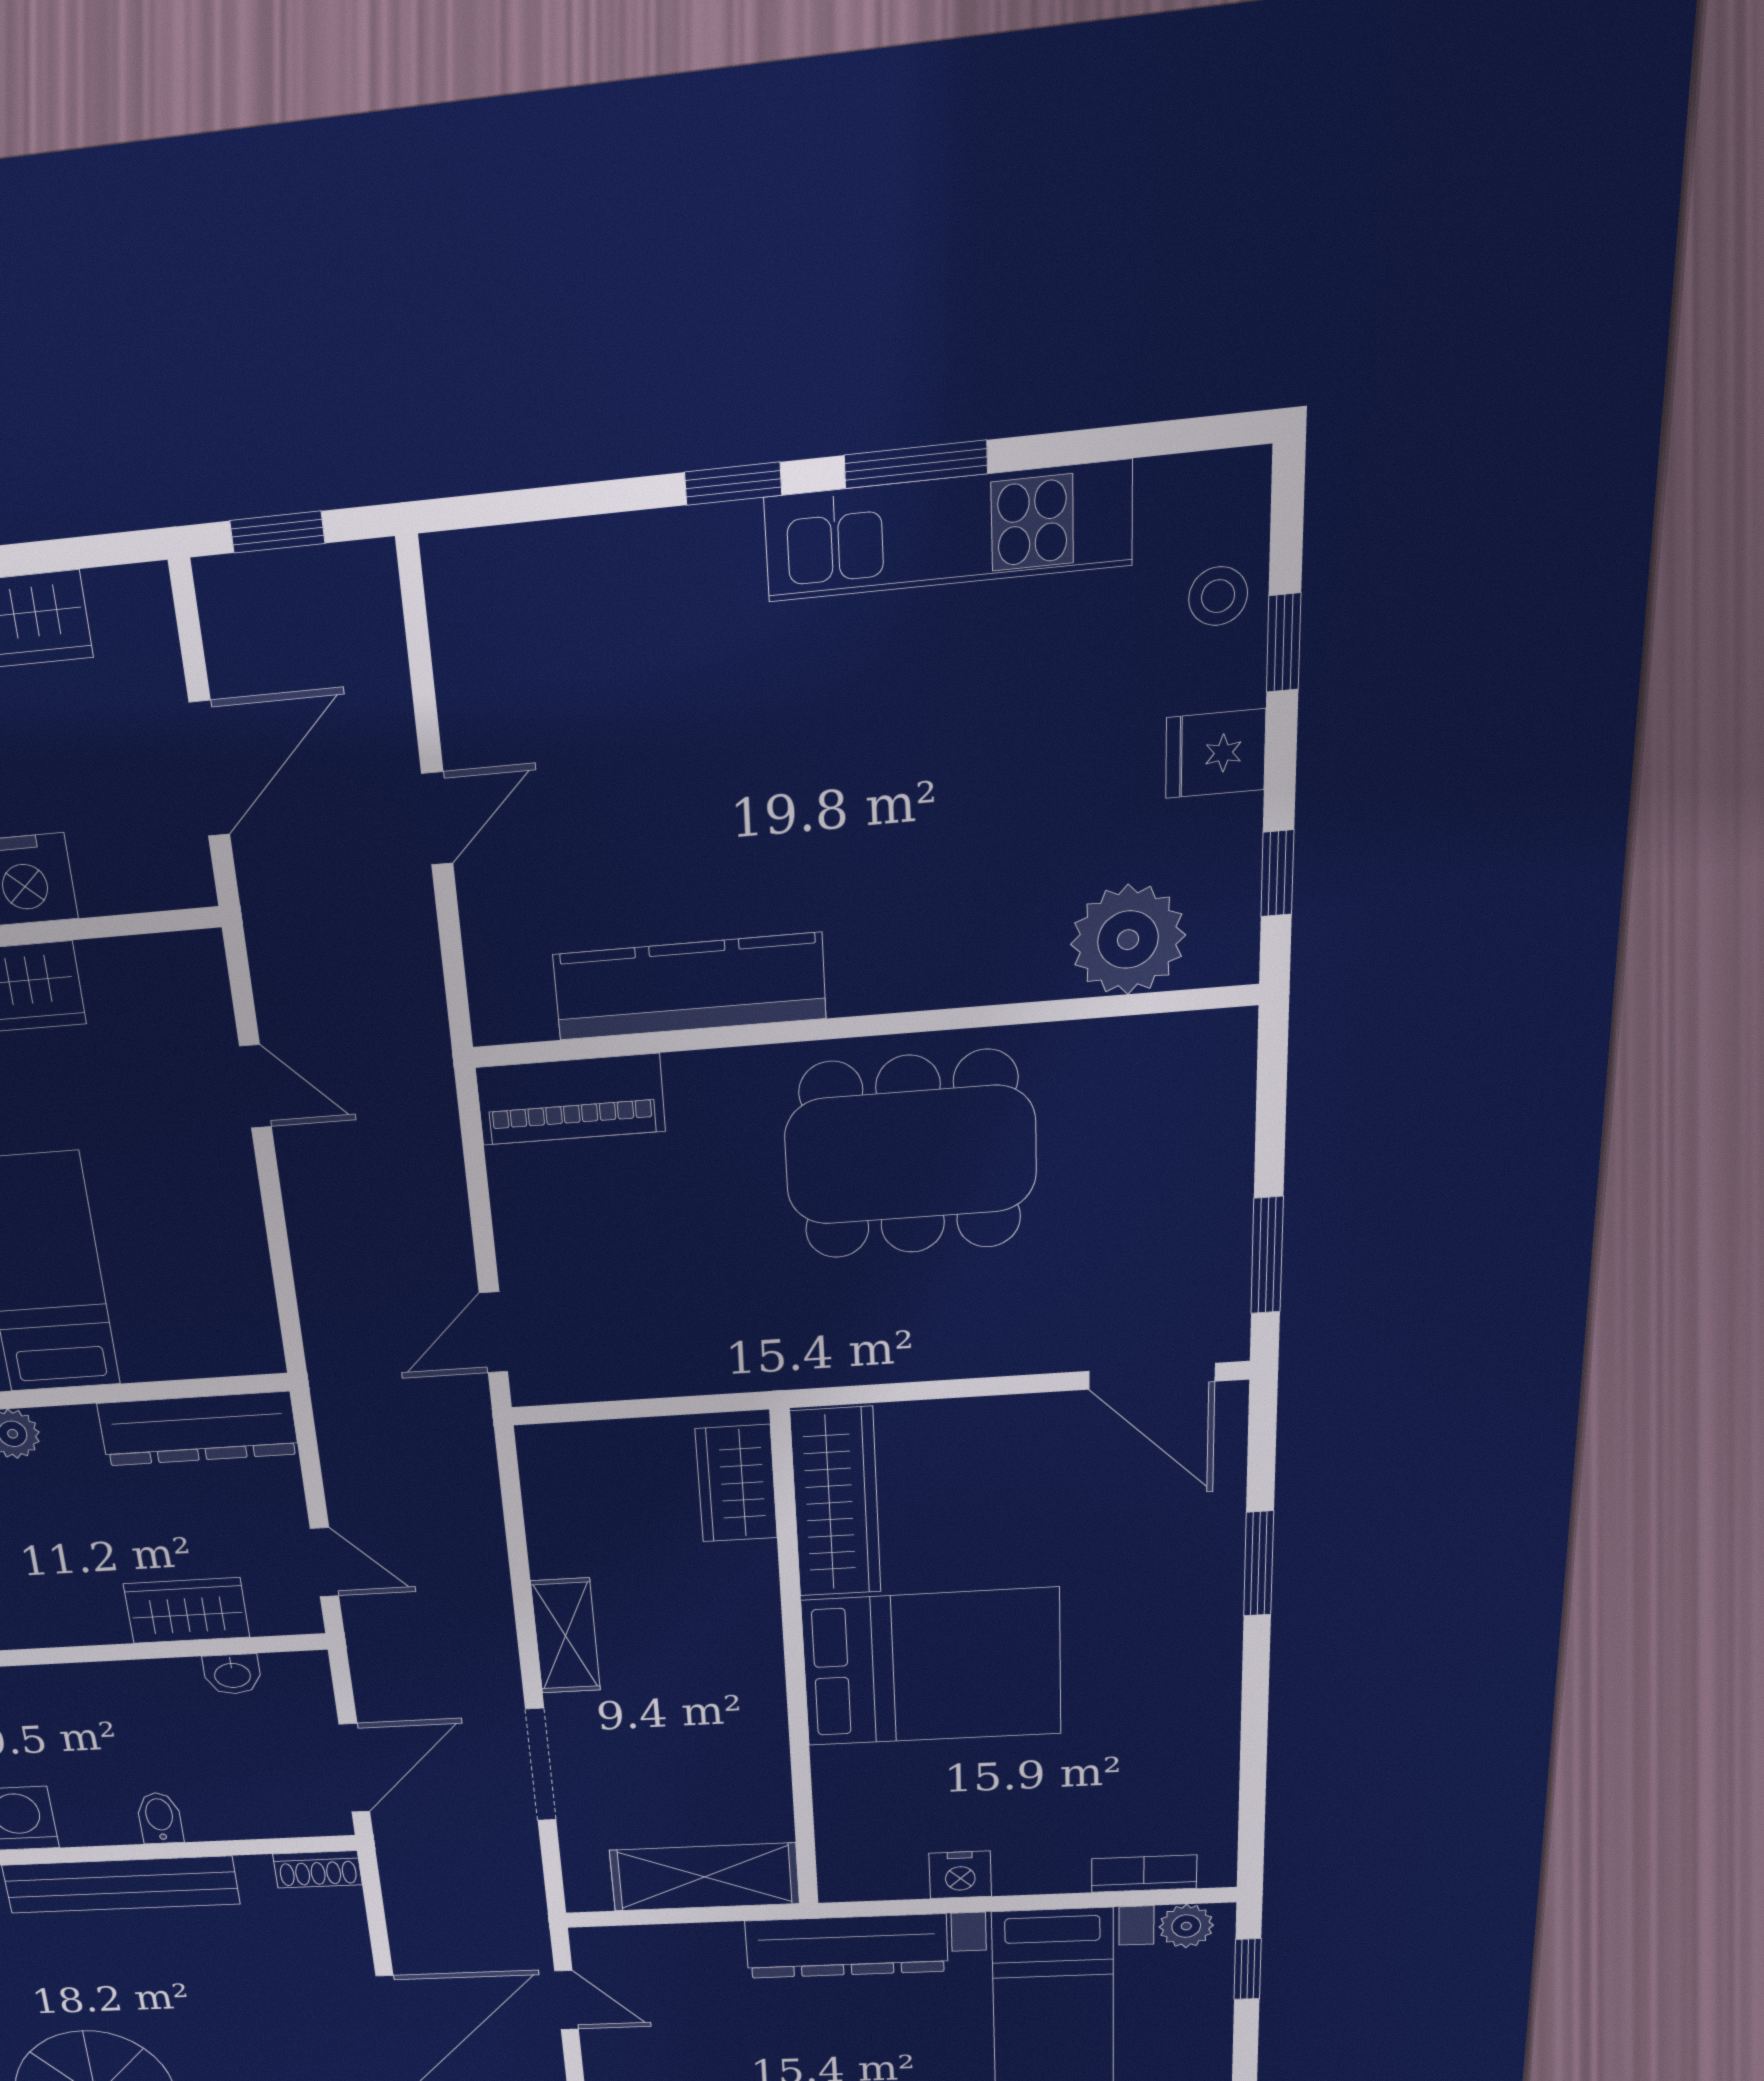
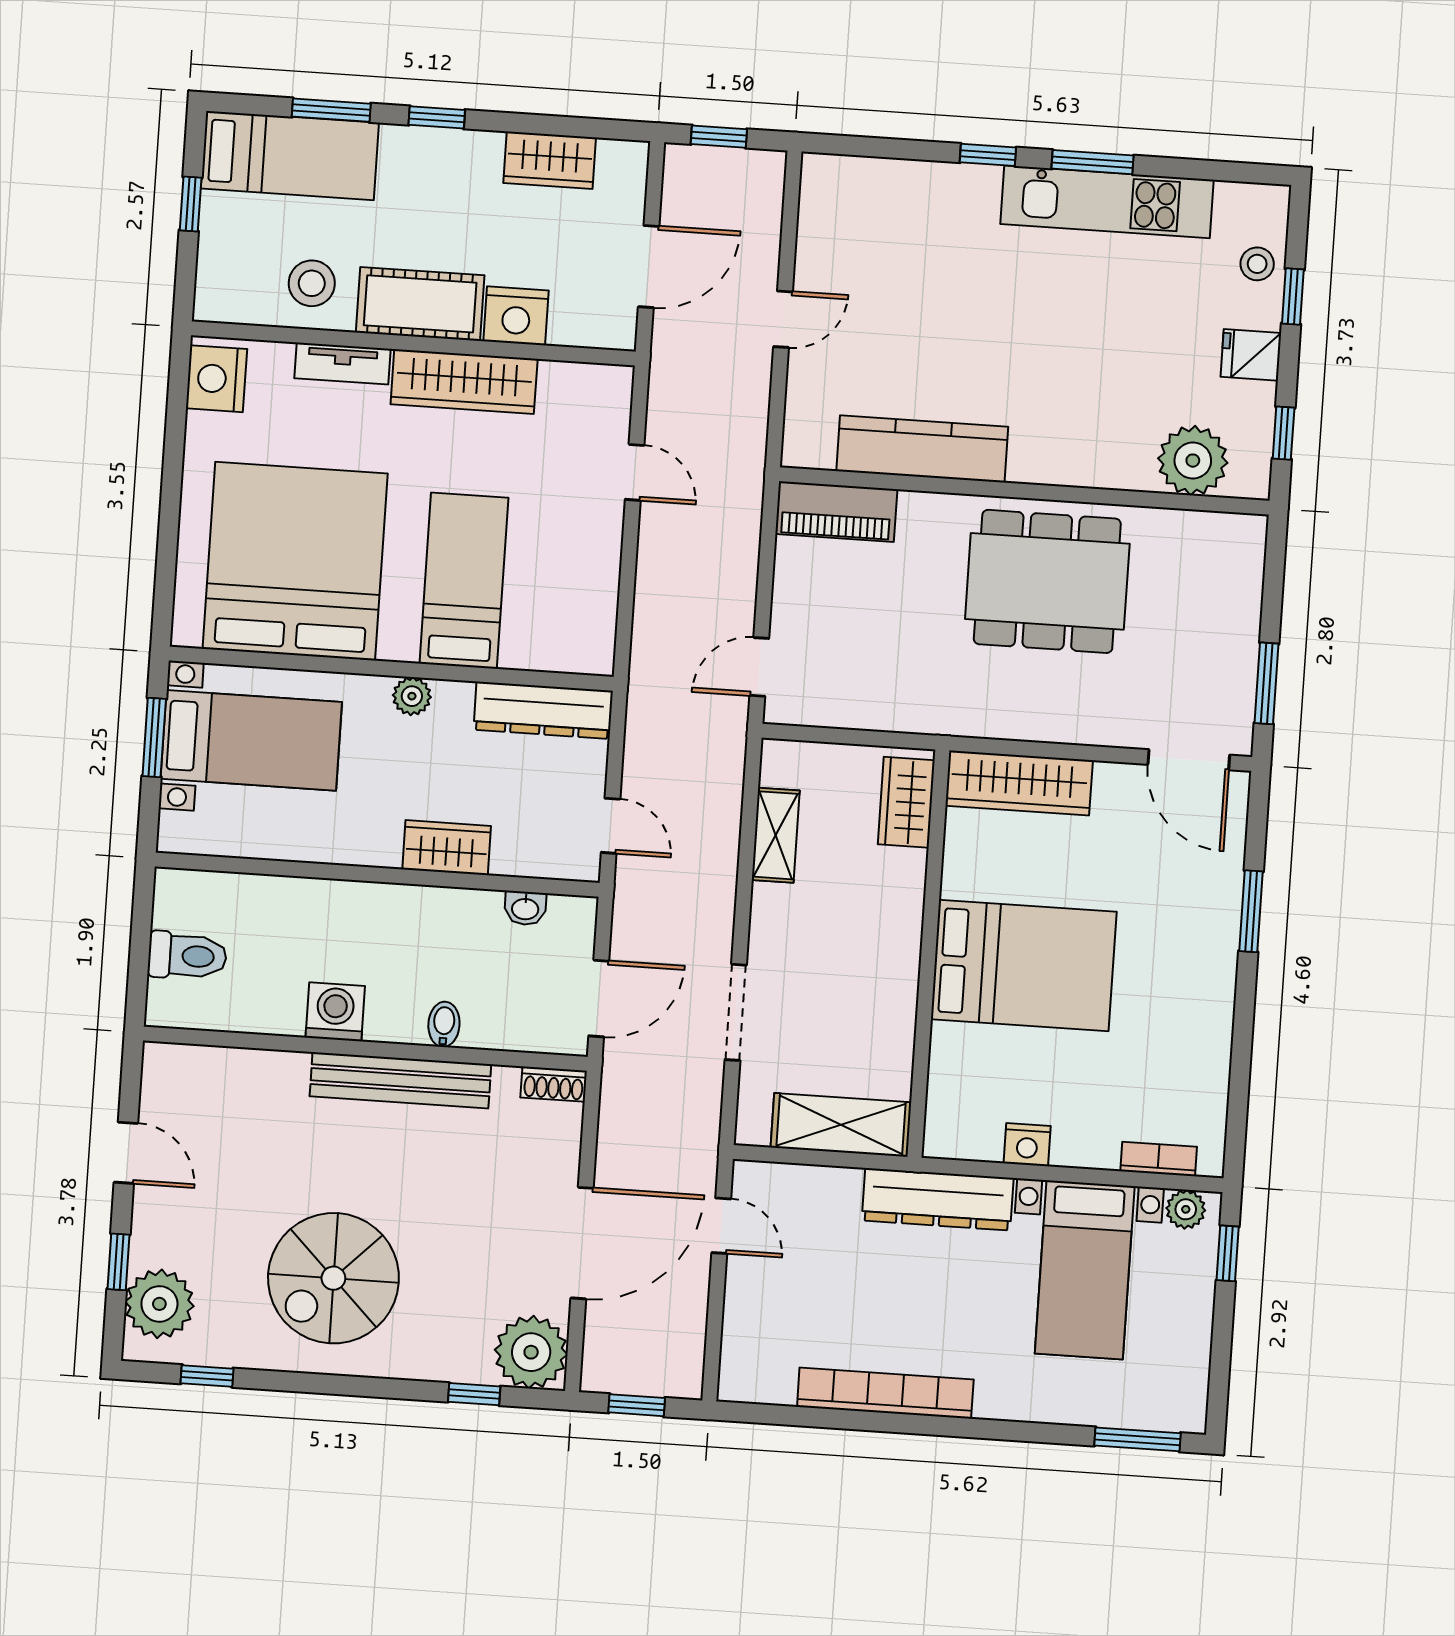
wardrobe: (836, 1502) -> (1019, 783), moved, turned 90
wardrobe: (187, 1610) -> (447, 848), moved
shelving: (566, 1636) -> (776, 835), moved

